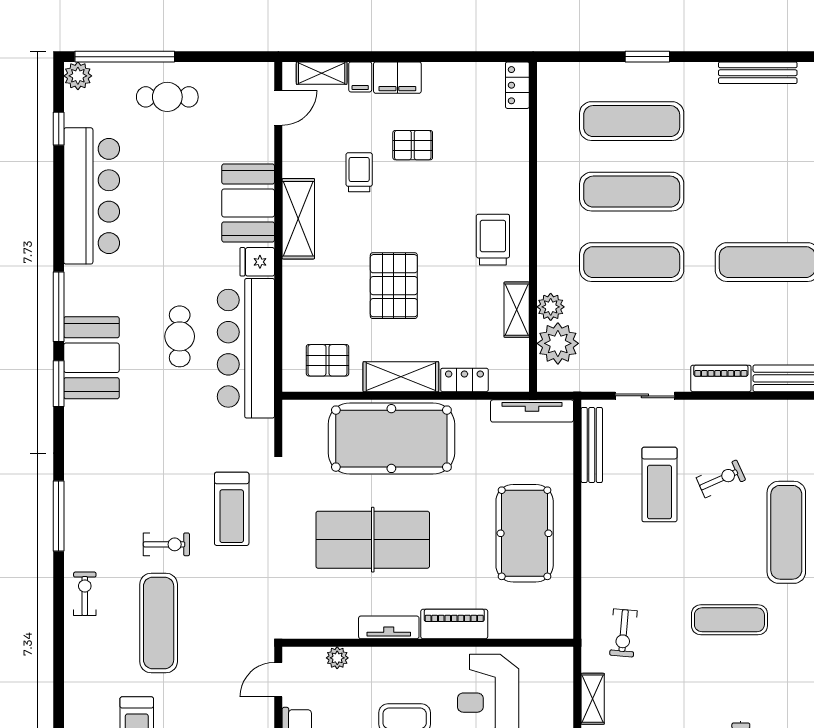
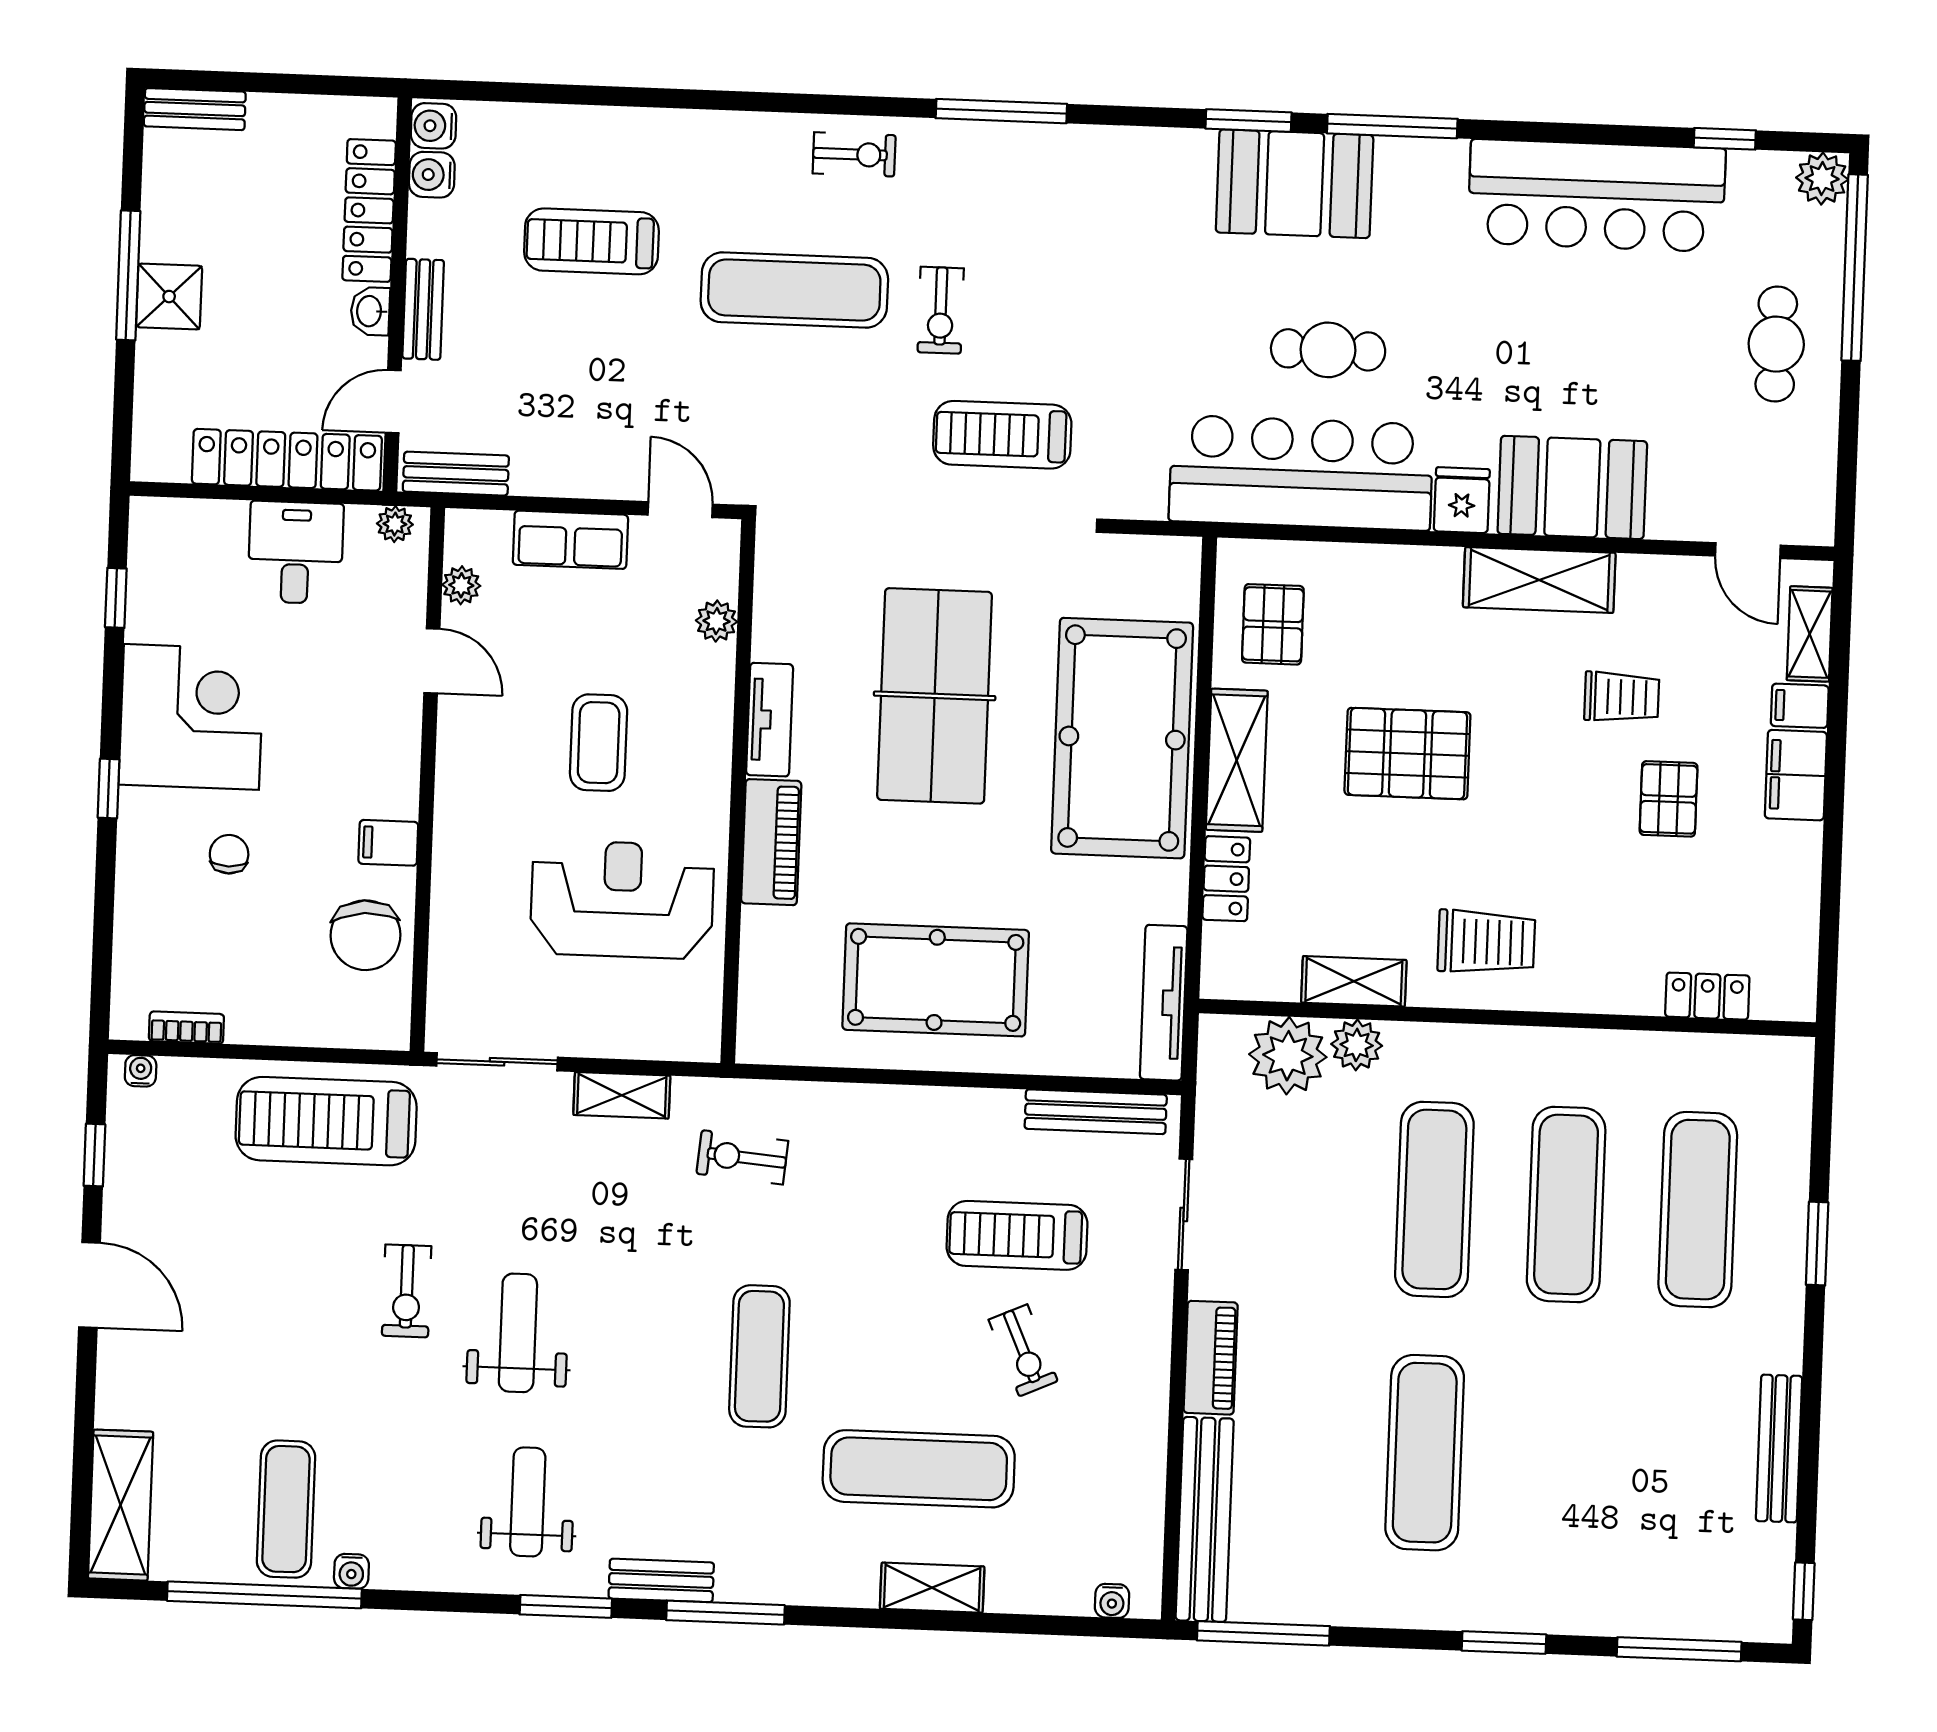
locker: (517, 85) -> (1707, 996), moved

